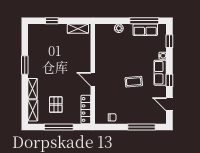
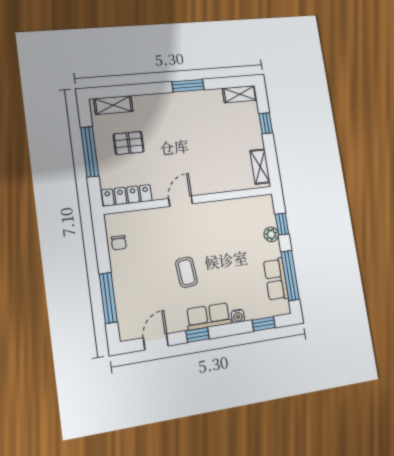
window: (114, 21) -> (282, 224), added
shelving: (33, 89) -> (240, 94), moved

